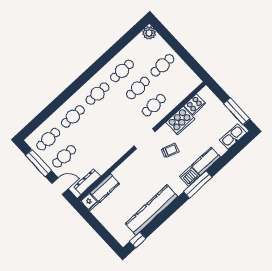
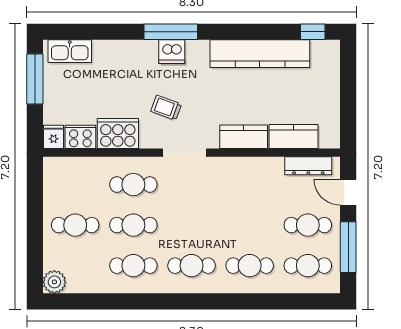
kitchen counter: (206, 161) -> (244, 137), moved, turned 180
fridge: (90, 202) -> (54, 137), moved

